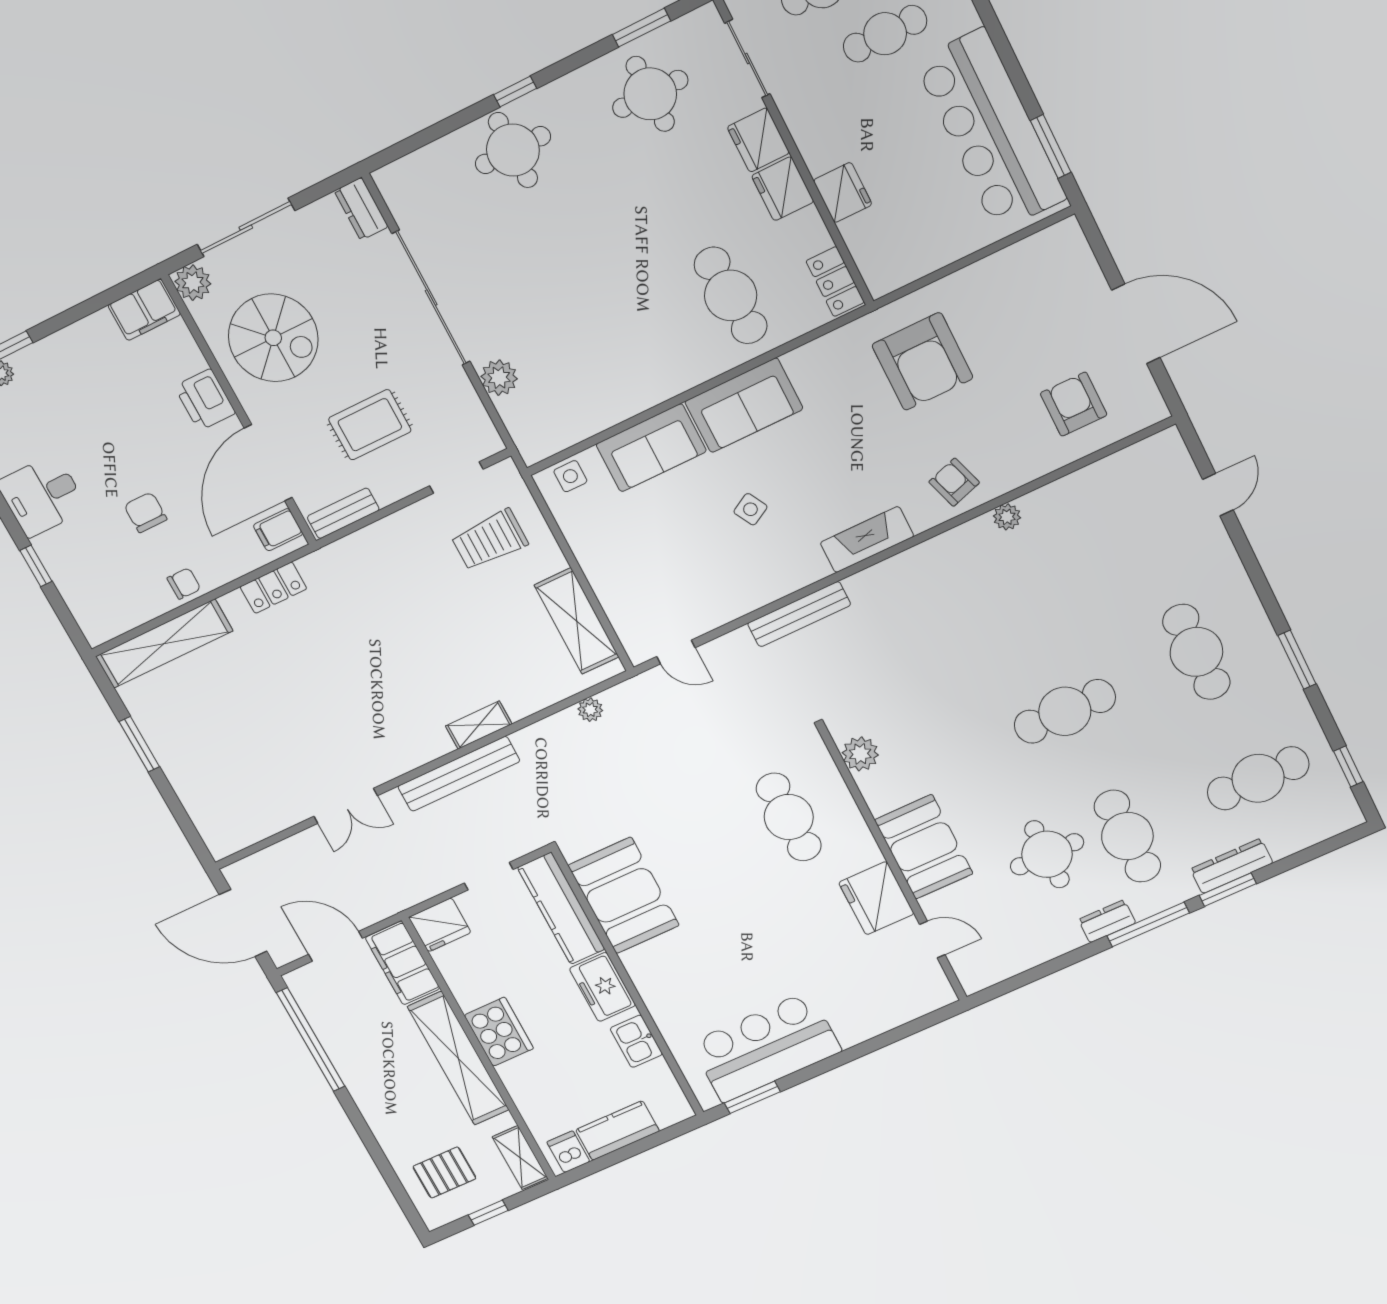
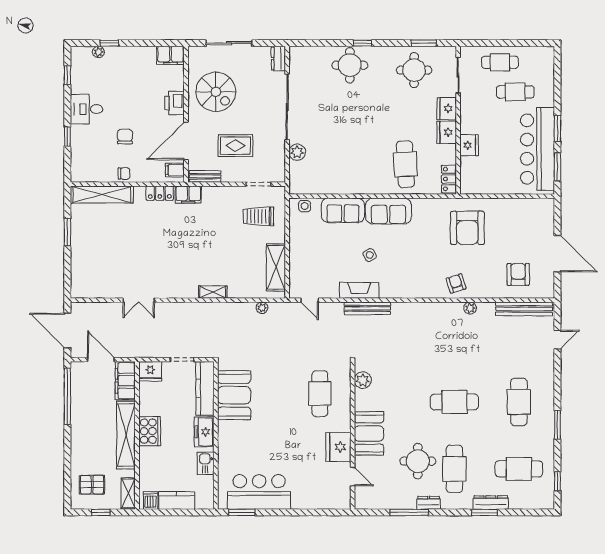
window: (1012, 66) -> (557, 128), added
plant: (193, 283) -> (196, 54), removed
fireplace: (867, 540) -> (359, 290), moved
filing cabinet: (330, 564) -> (188, 195), added
bench: (459, 774) -> (524, 309), moved
window: (1148, 924) -> (409, 512), moved

